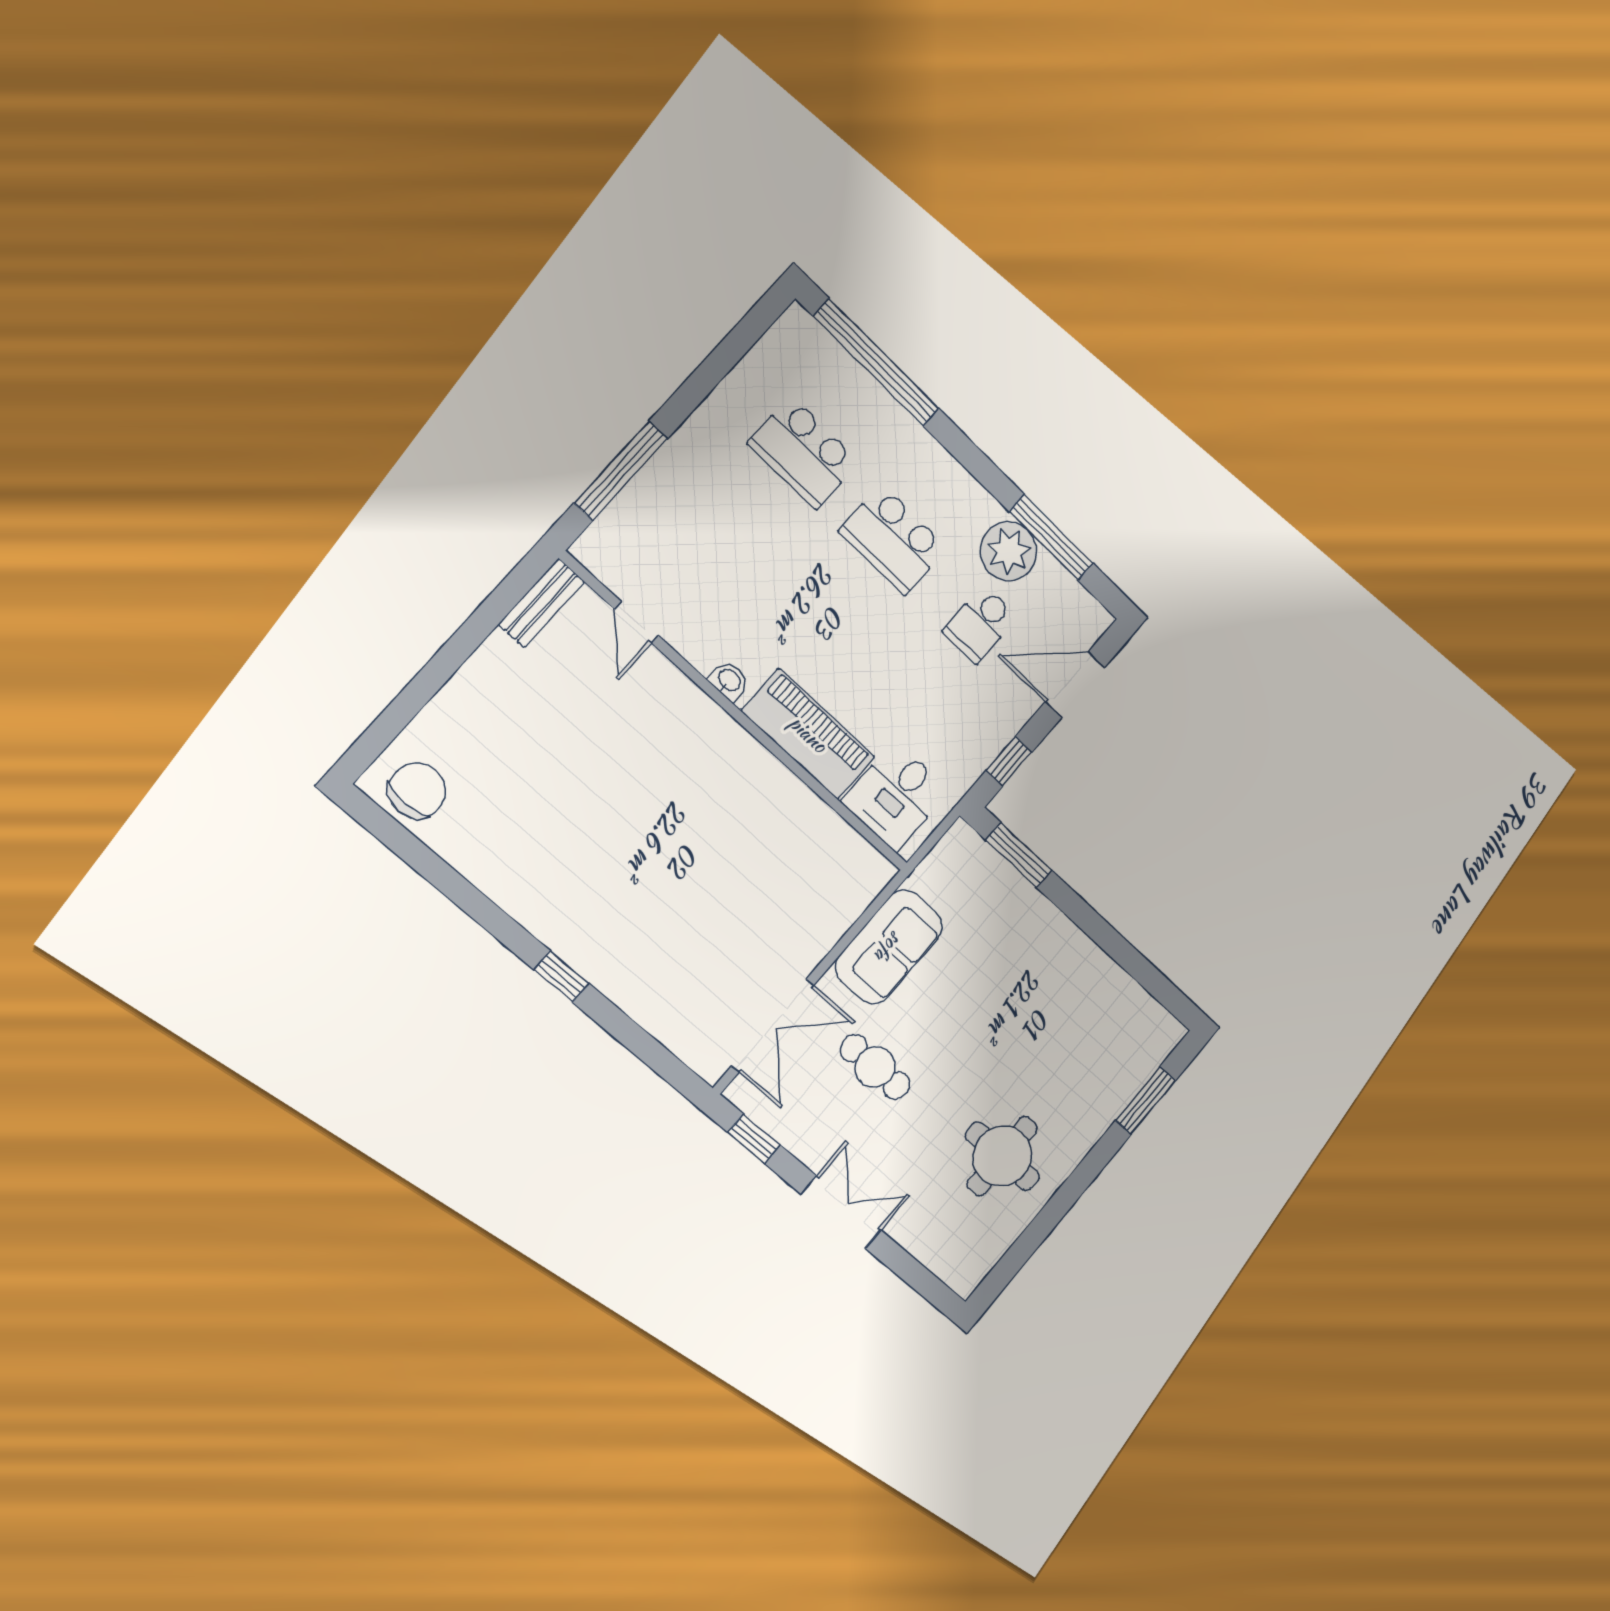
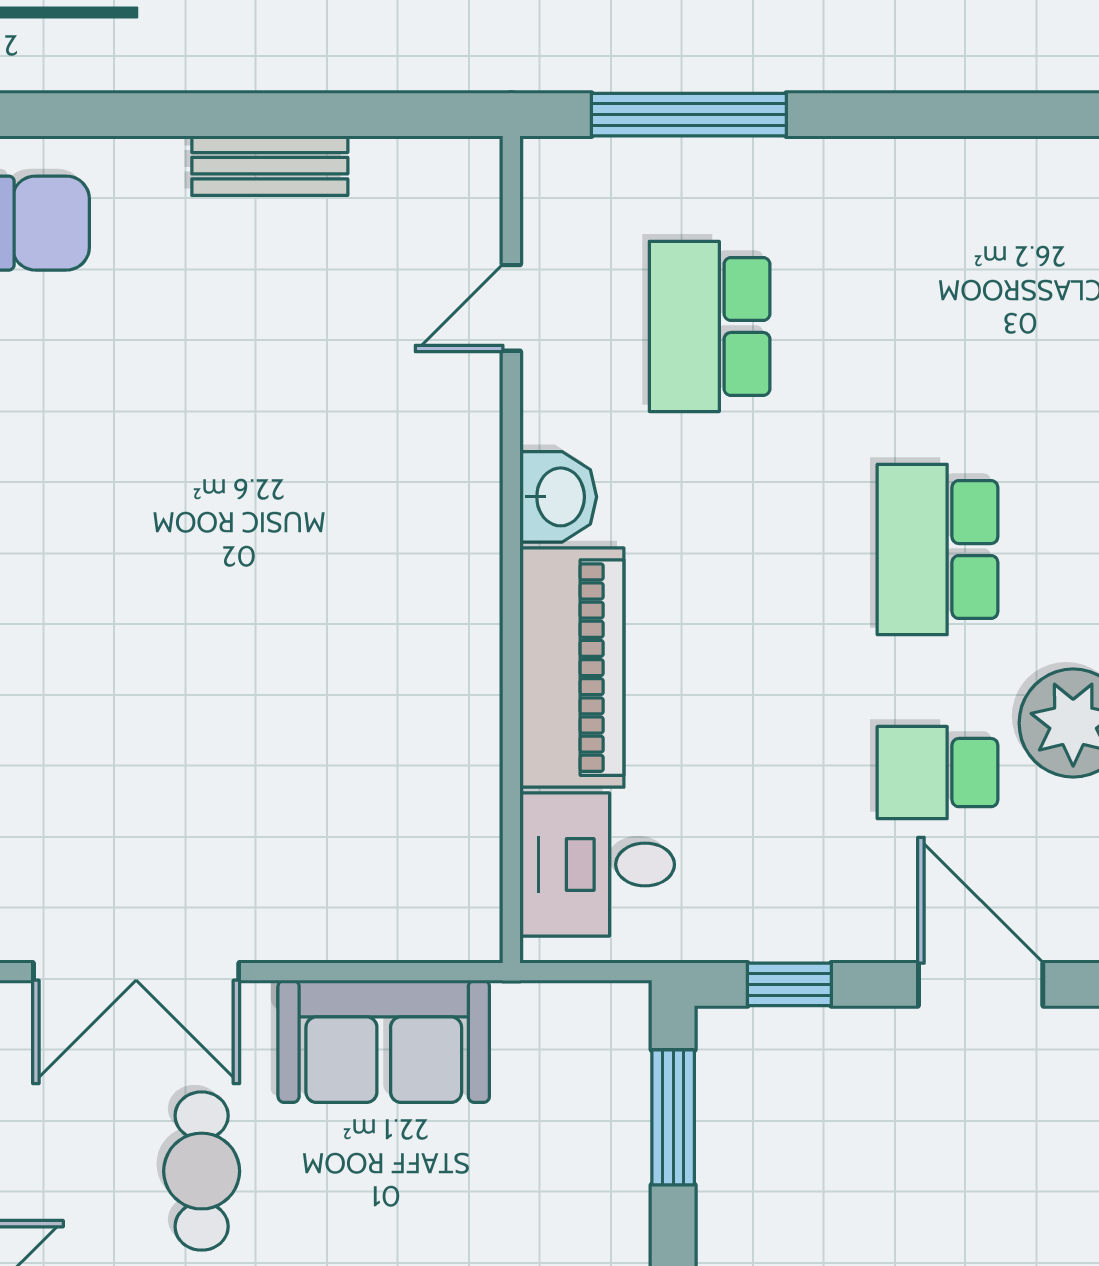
school desk: (803, 453) -> (710, 326), moved
bench: (541, 603) -> (270, 166), moved
washbasin: (729, 681) -> (558, 497), width x1.38, depth x1.45

